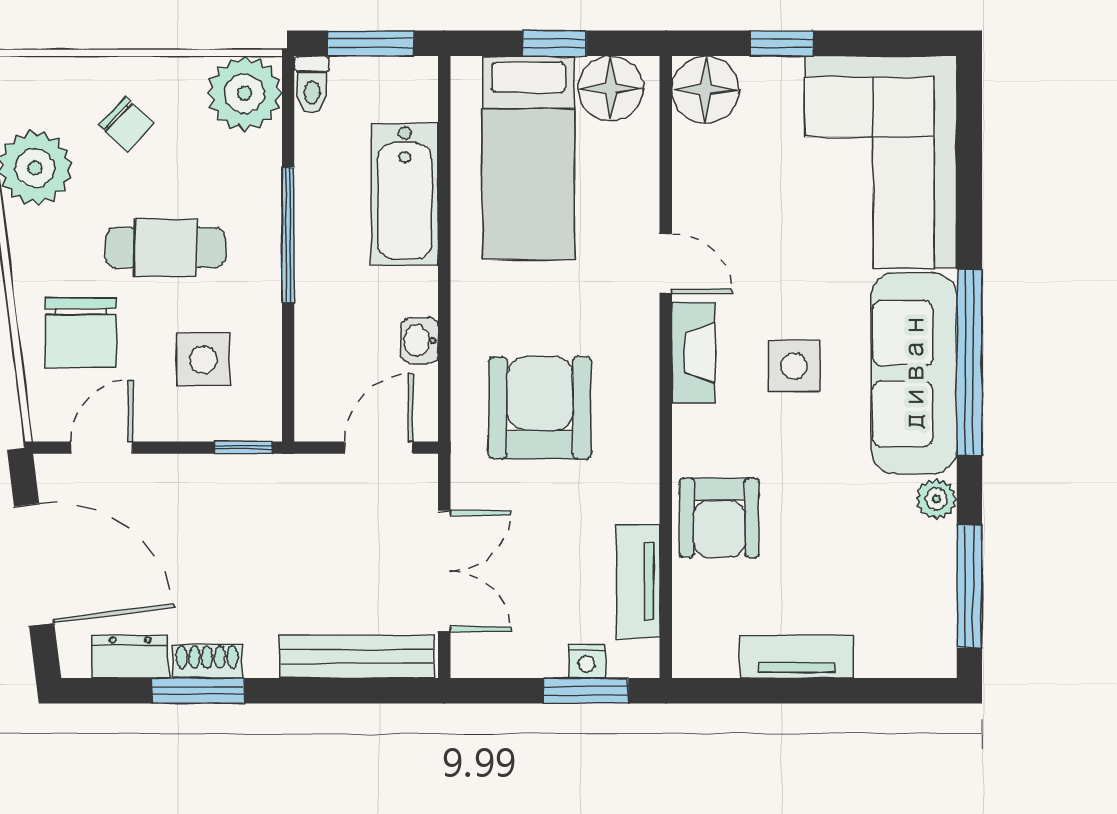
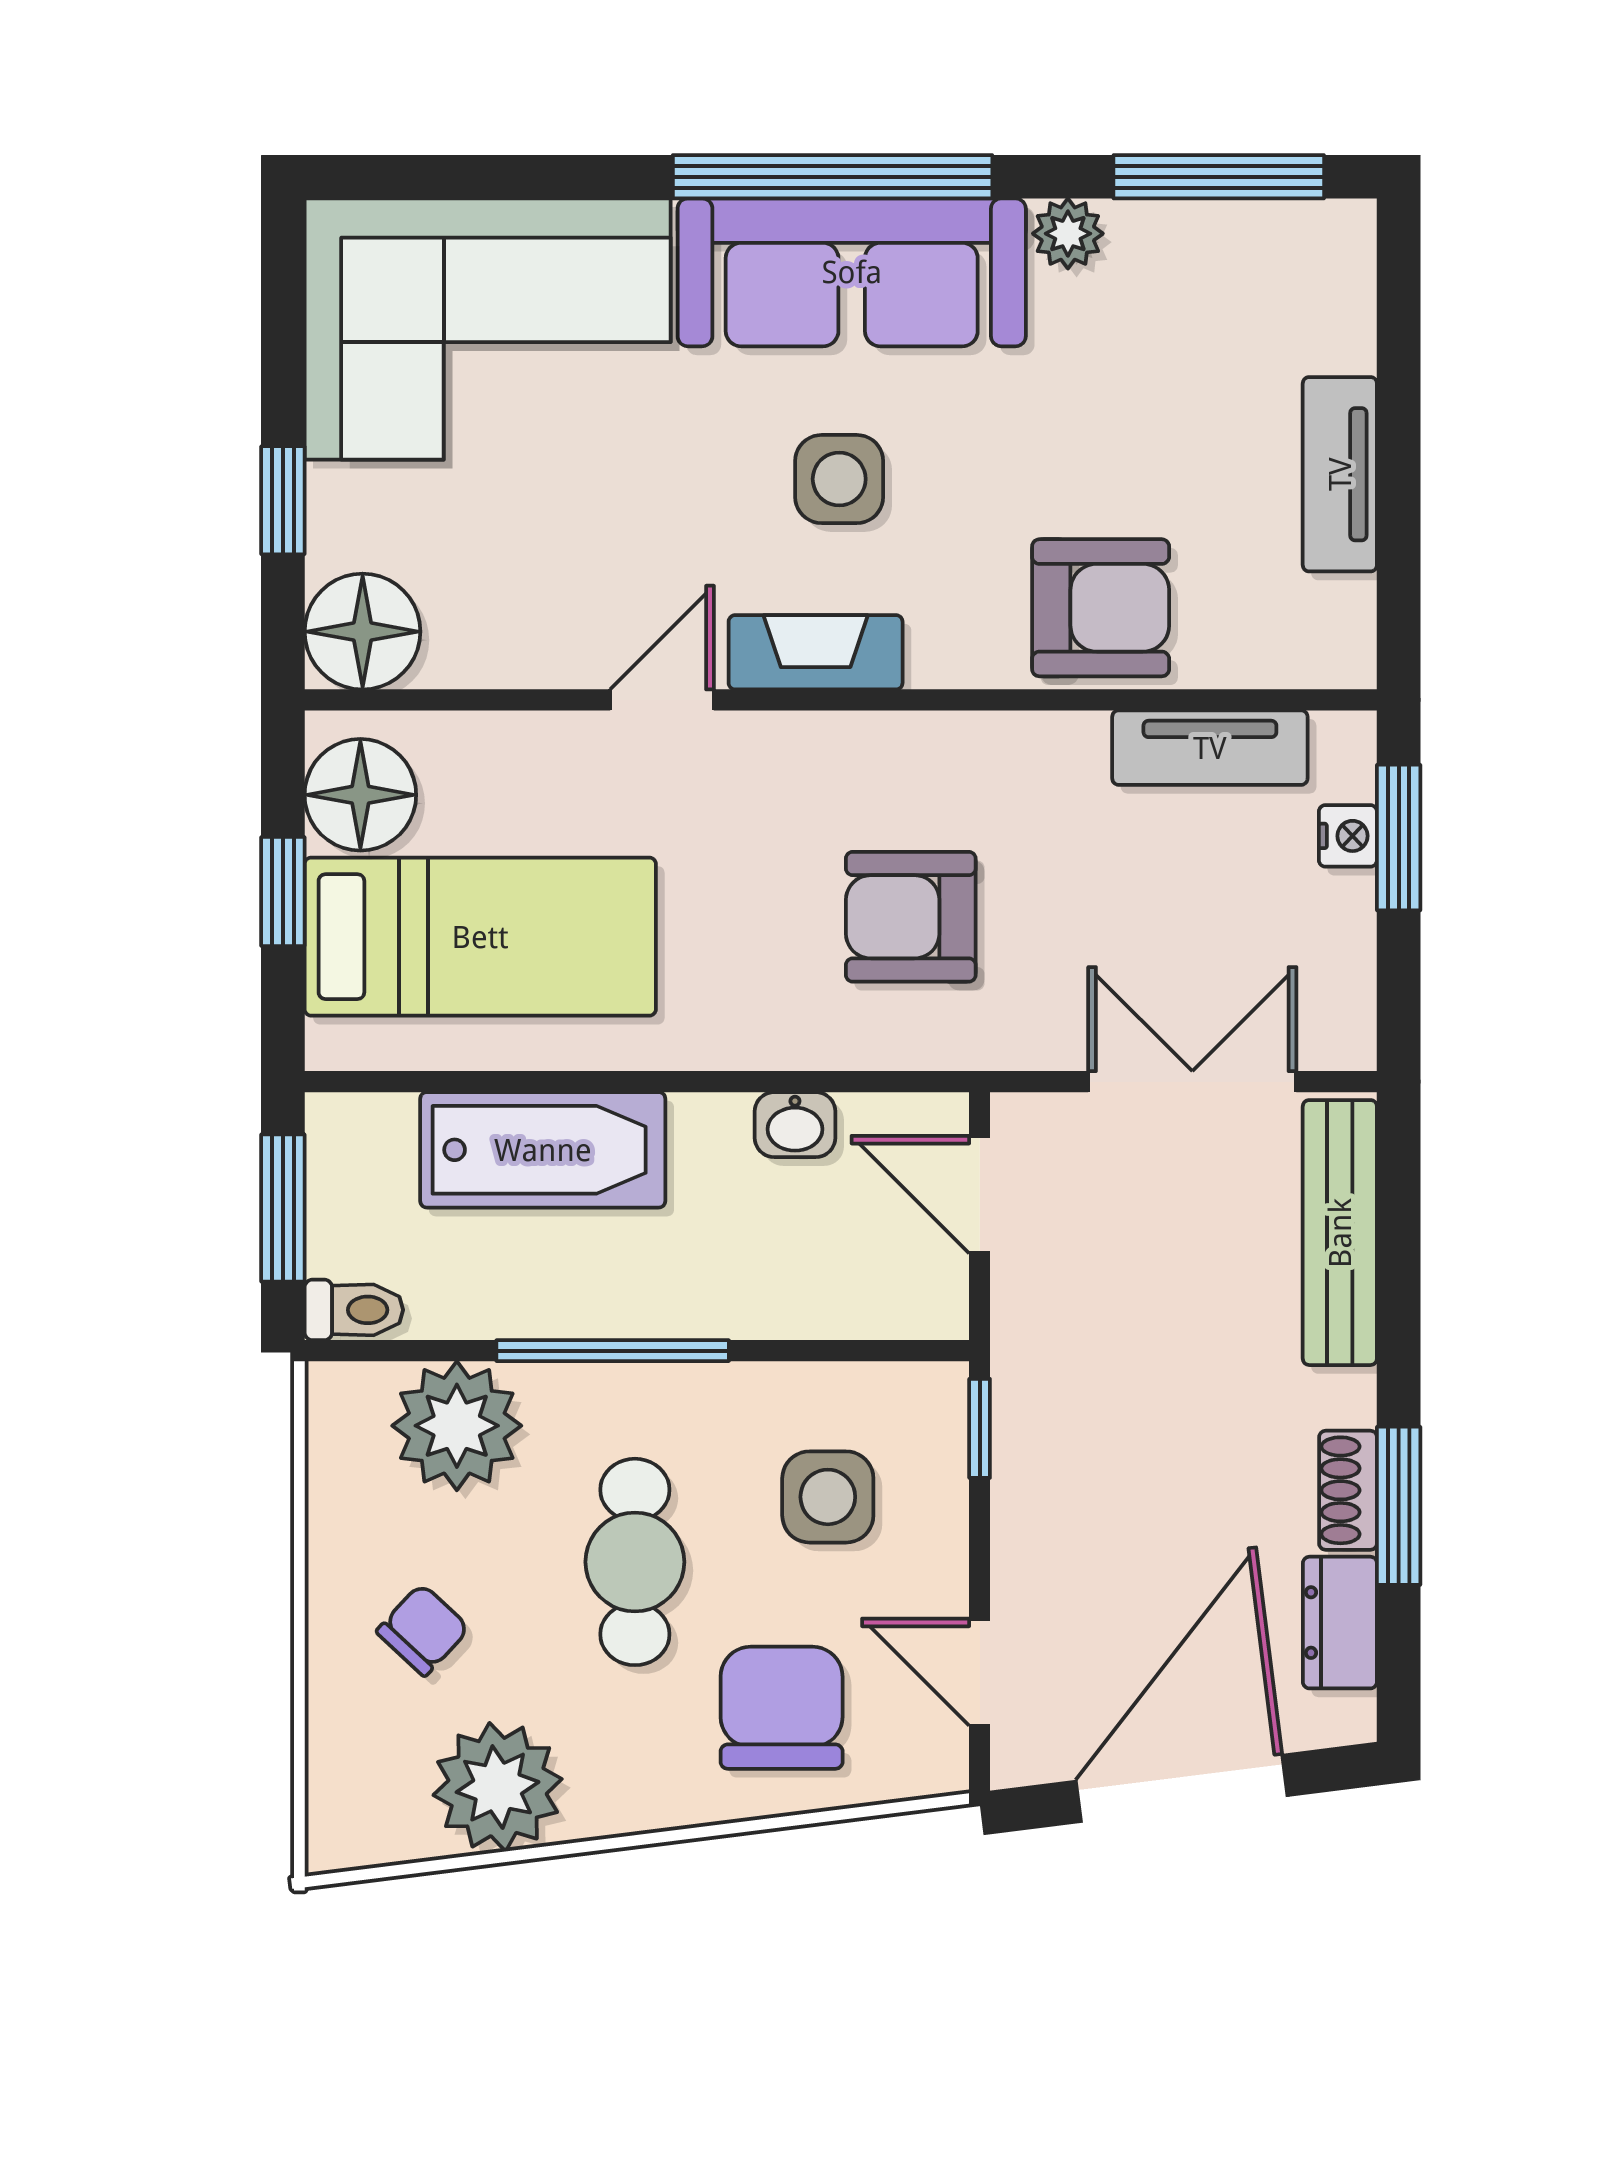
plant: (245, 93) -> (457, 1426), moved
chair: (81, 333) -> (782, 1708), turned -90
armchair: (540, 408) -> (911, 917), width x0.73, depth x0.73

